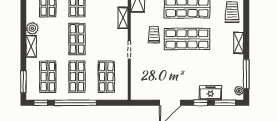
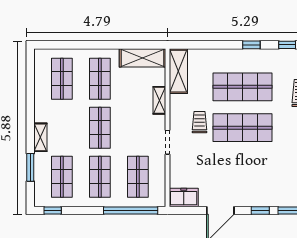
plant: (32, 28) -> (42, 114), removed
window: (23, 82) -> (30, 167), moved
freezer: (210, 93) -> (184, 197), moved
window: (75, 103) -> (131, 211), moved

